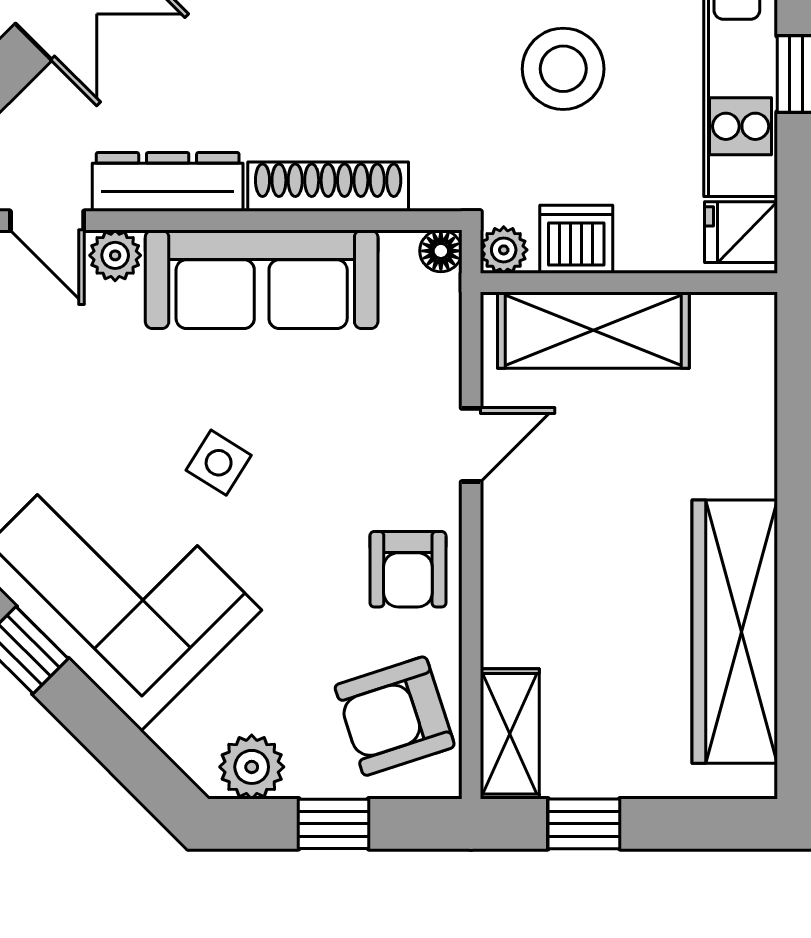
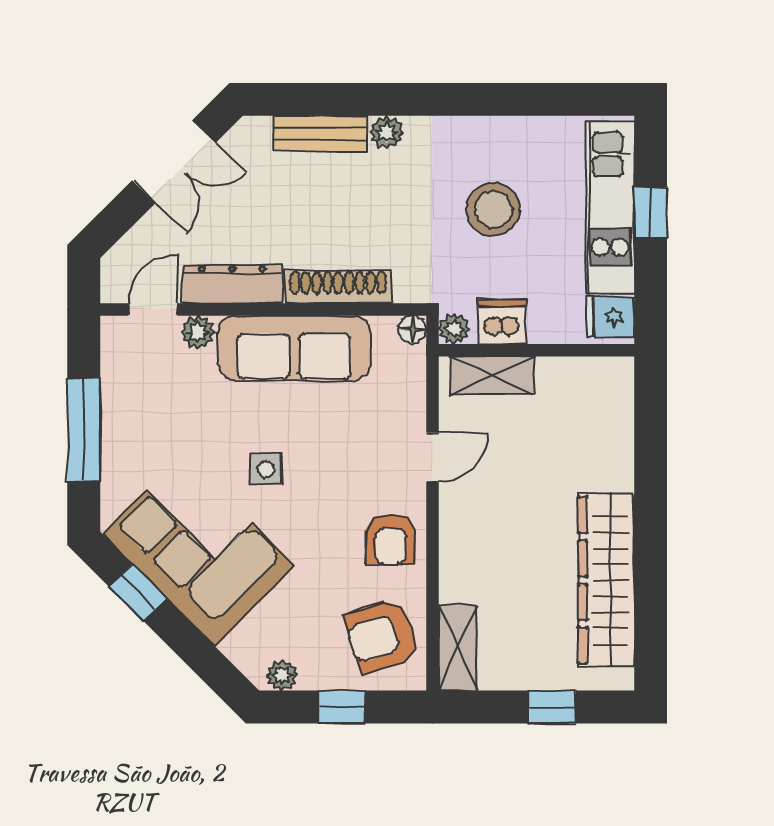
door: (47, 221) -> (153, 309), swing flipped
shelving: (593, 330) -> (492, 375), width x0.67, depth x0.75
side table: (219, 463) -> (266, 469), turned -32
plant: (252, 767) -> (282, 675), width x0.73, depth x0.73
window: (584, 824) -> (552, 707), moved

